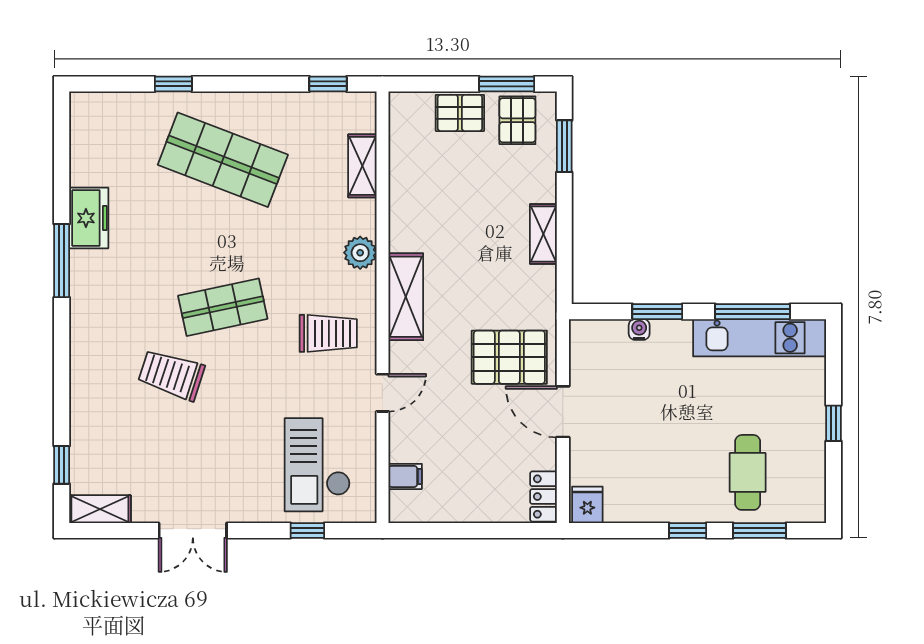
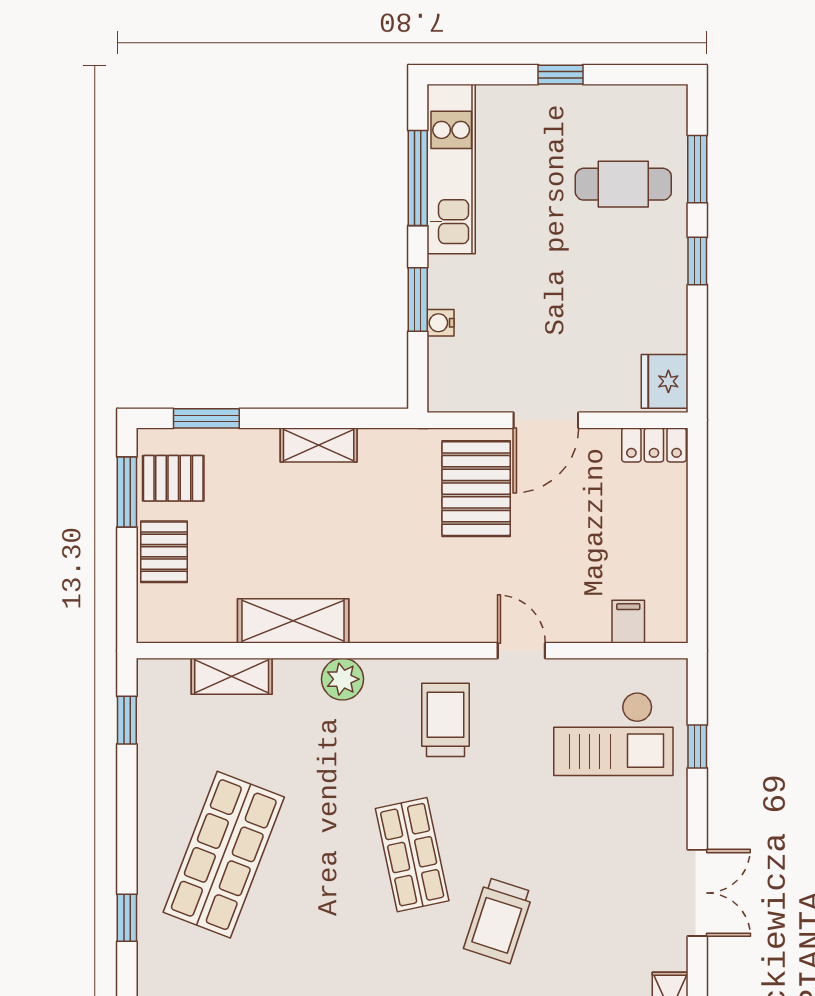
shelving: (406, 297) -> (293, 621), moved
fridge: (587, 505) -> (665, 381), width x1.38

